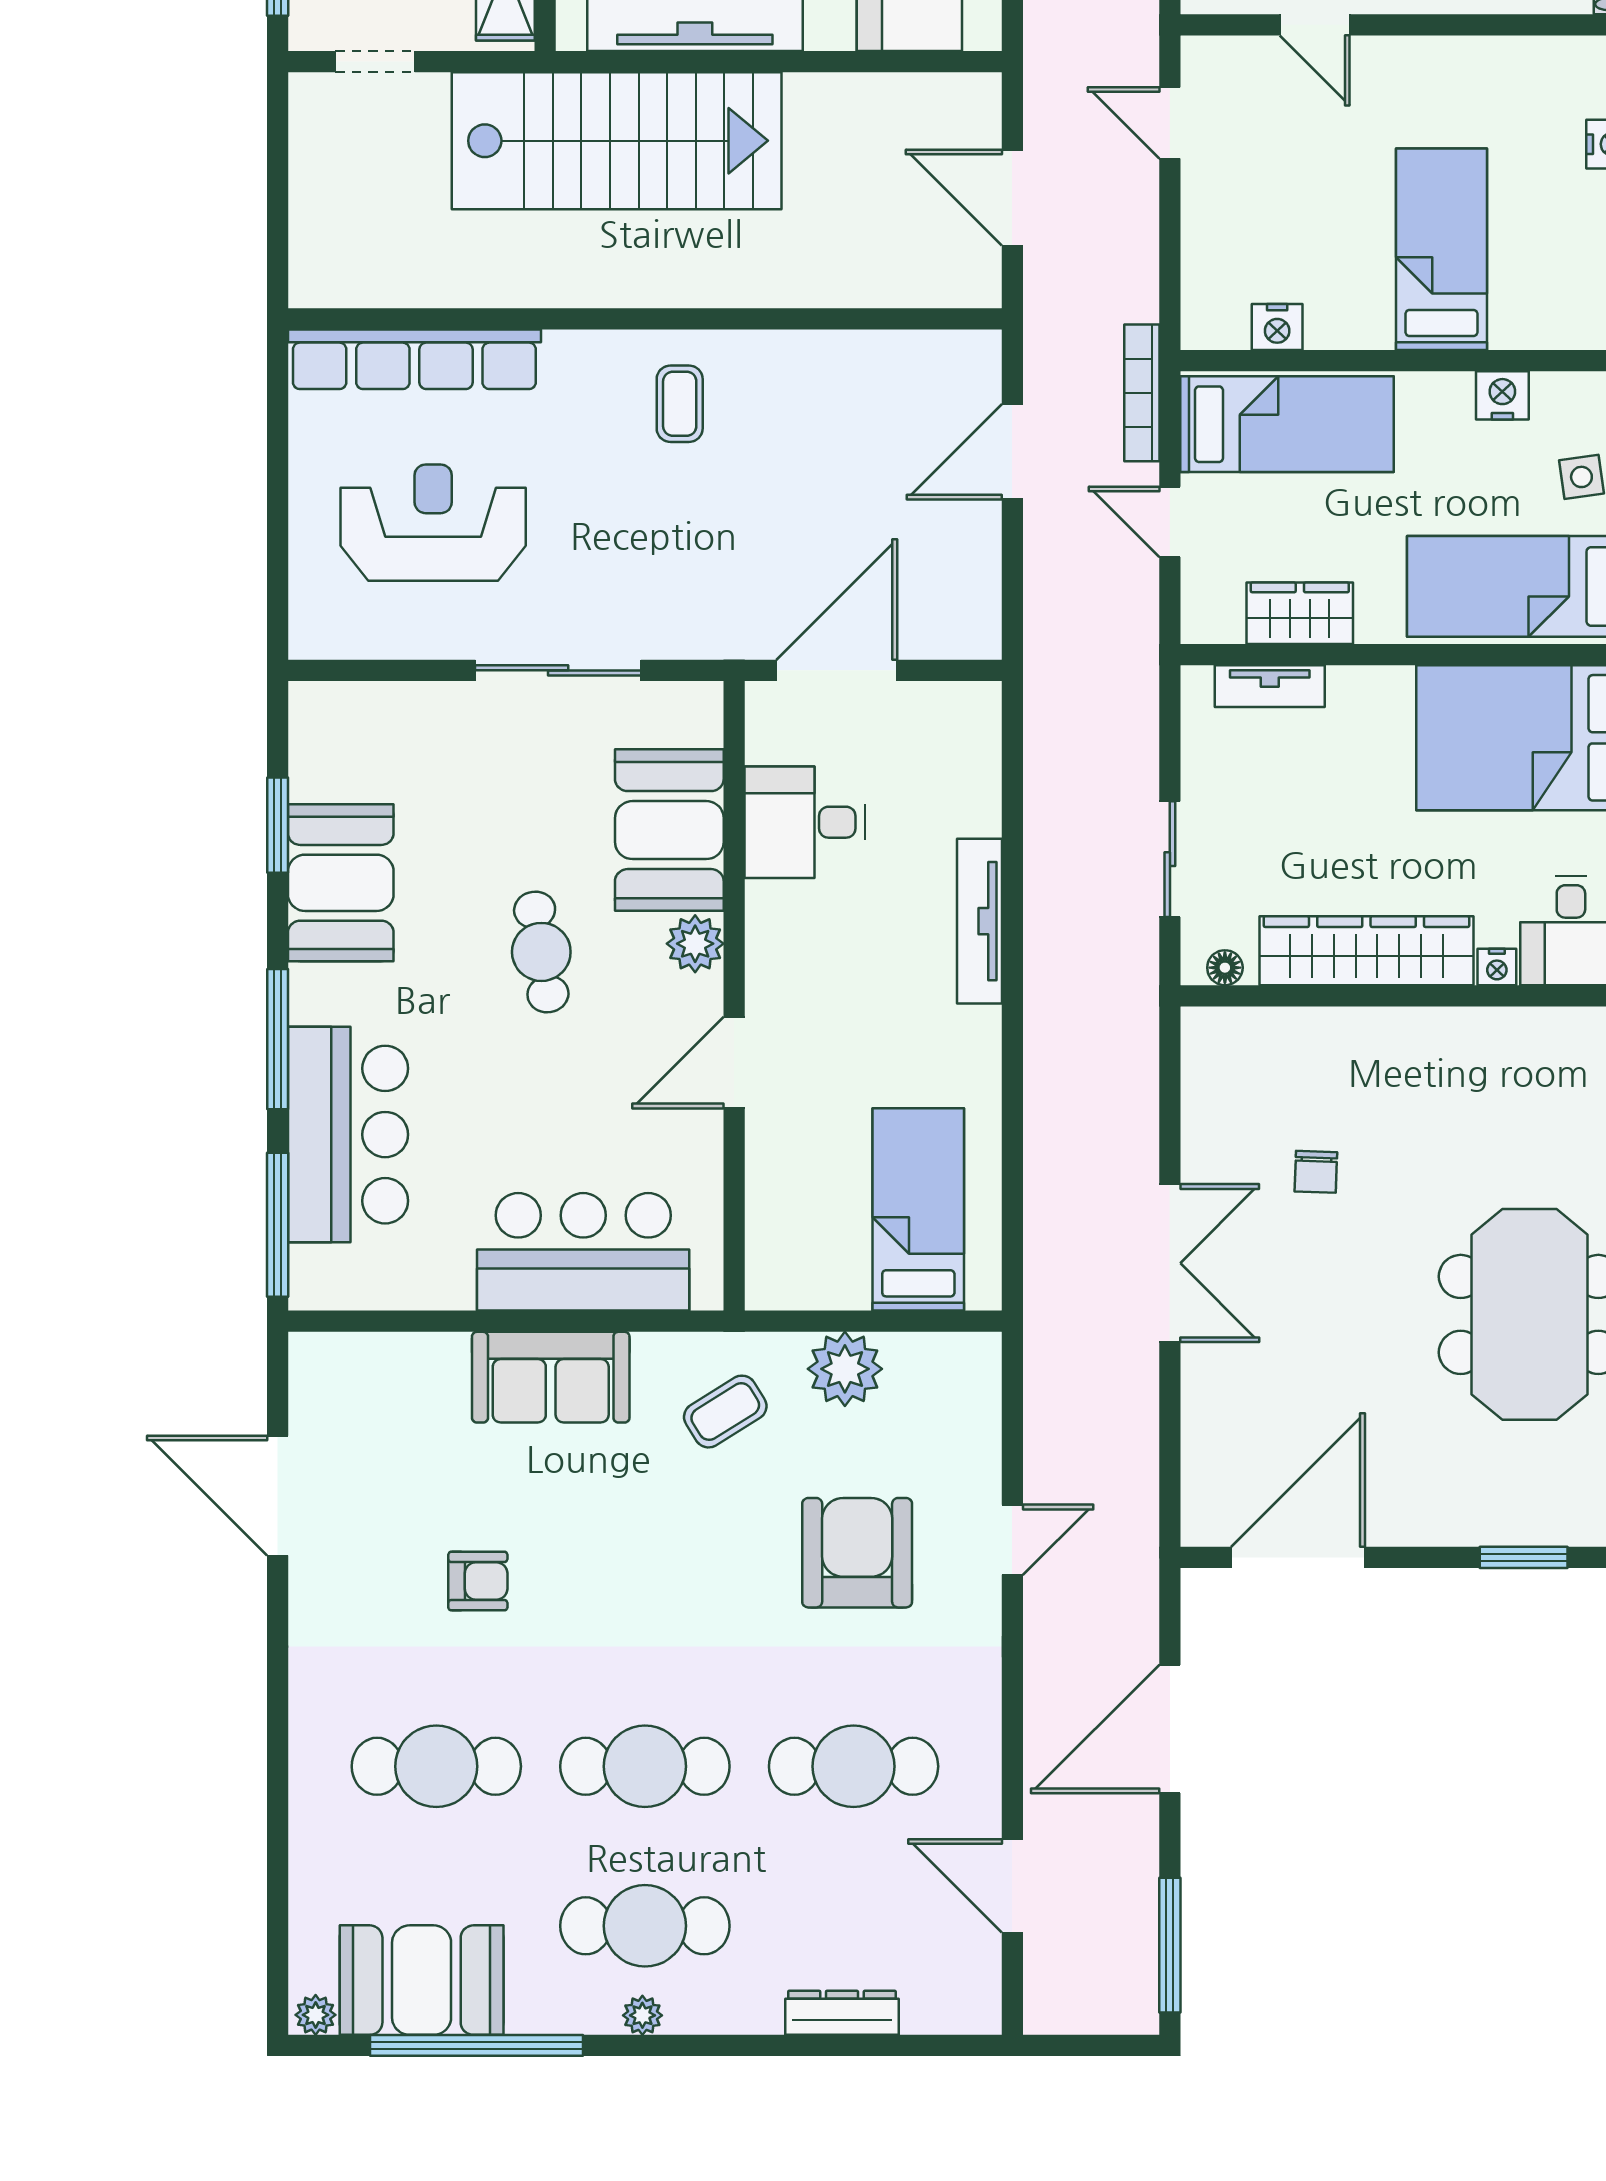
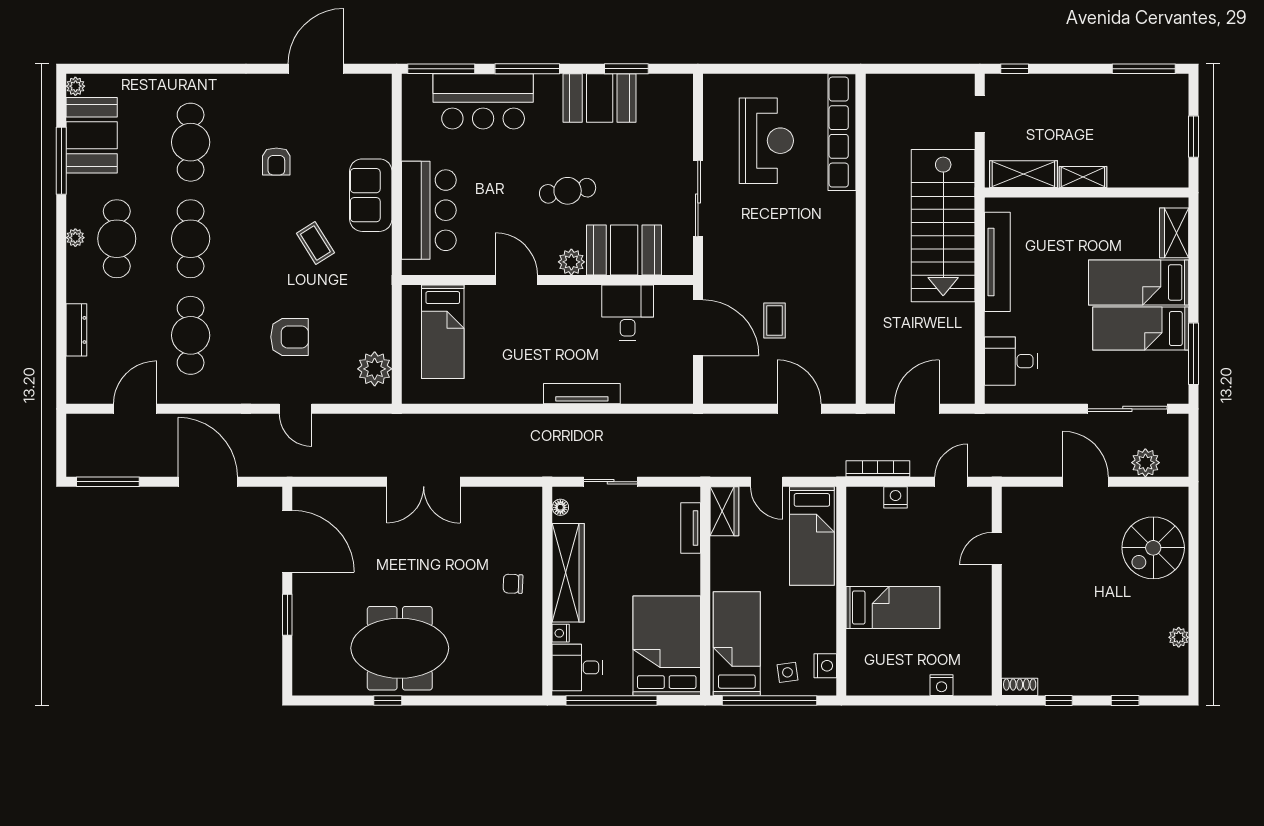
nightstand: (1277, 327) -> (895, 497), moved, turned 90
bookcase: (1142, 393) -> (878, 469), moved
nightstand: (1502, 395) -> (825, 666), moved
coffee table: (680, 404) -> (774, 320), moved, turned 90
door: (1170, 522) -> (767, 482), swing flipped
wardrobe: (1300, 613) -> (724, 511), moved
chair: (1316, 1172) -> (513, 584), moved
bed: (918, 1209) -> (443, 332), moved, turned 90
plant: (845, 1369) -> (375, 369), moved
coffee table: (725, 1412) -> (315, 243), moved
armchair: (857, 1553) -> (289, 337), width x0.73, depth x0.73
window: (1524, 1557) -> (287, 615), moved
window: (477, 2045) -> (61, 161), width x0.68

